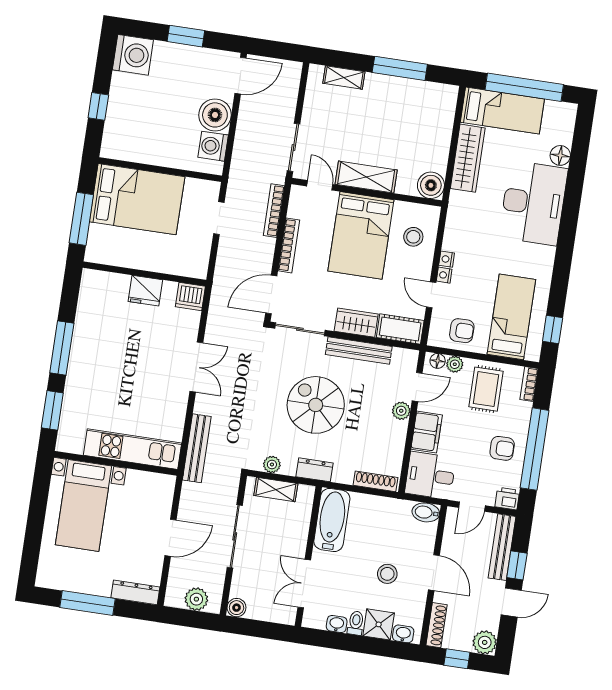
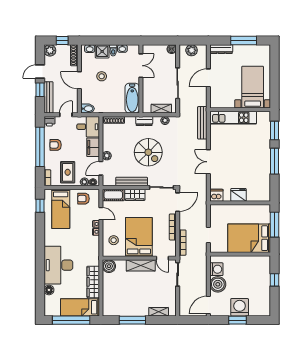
washing machine: (133, 55) -> (240, 307), moved, turned 90

